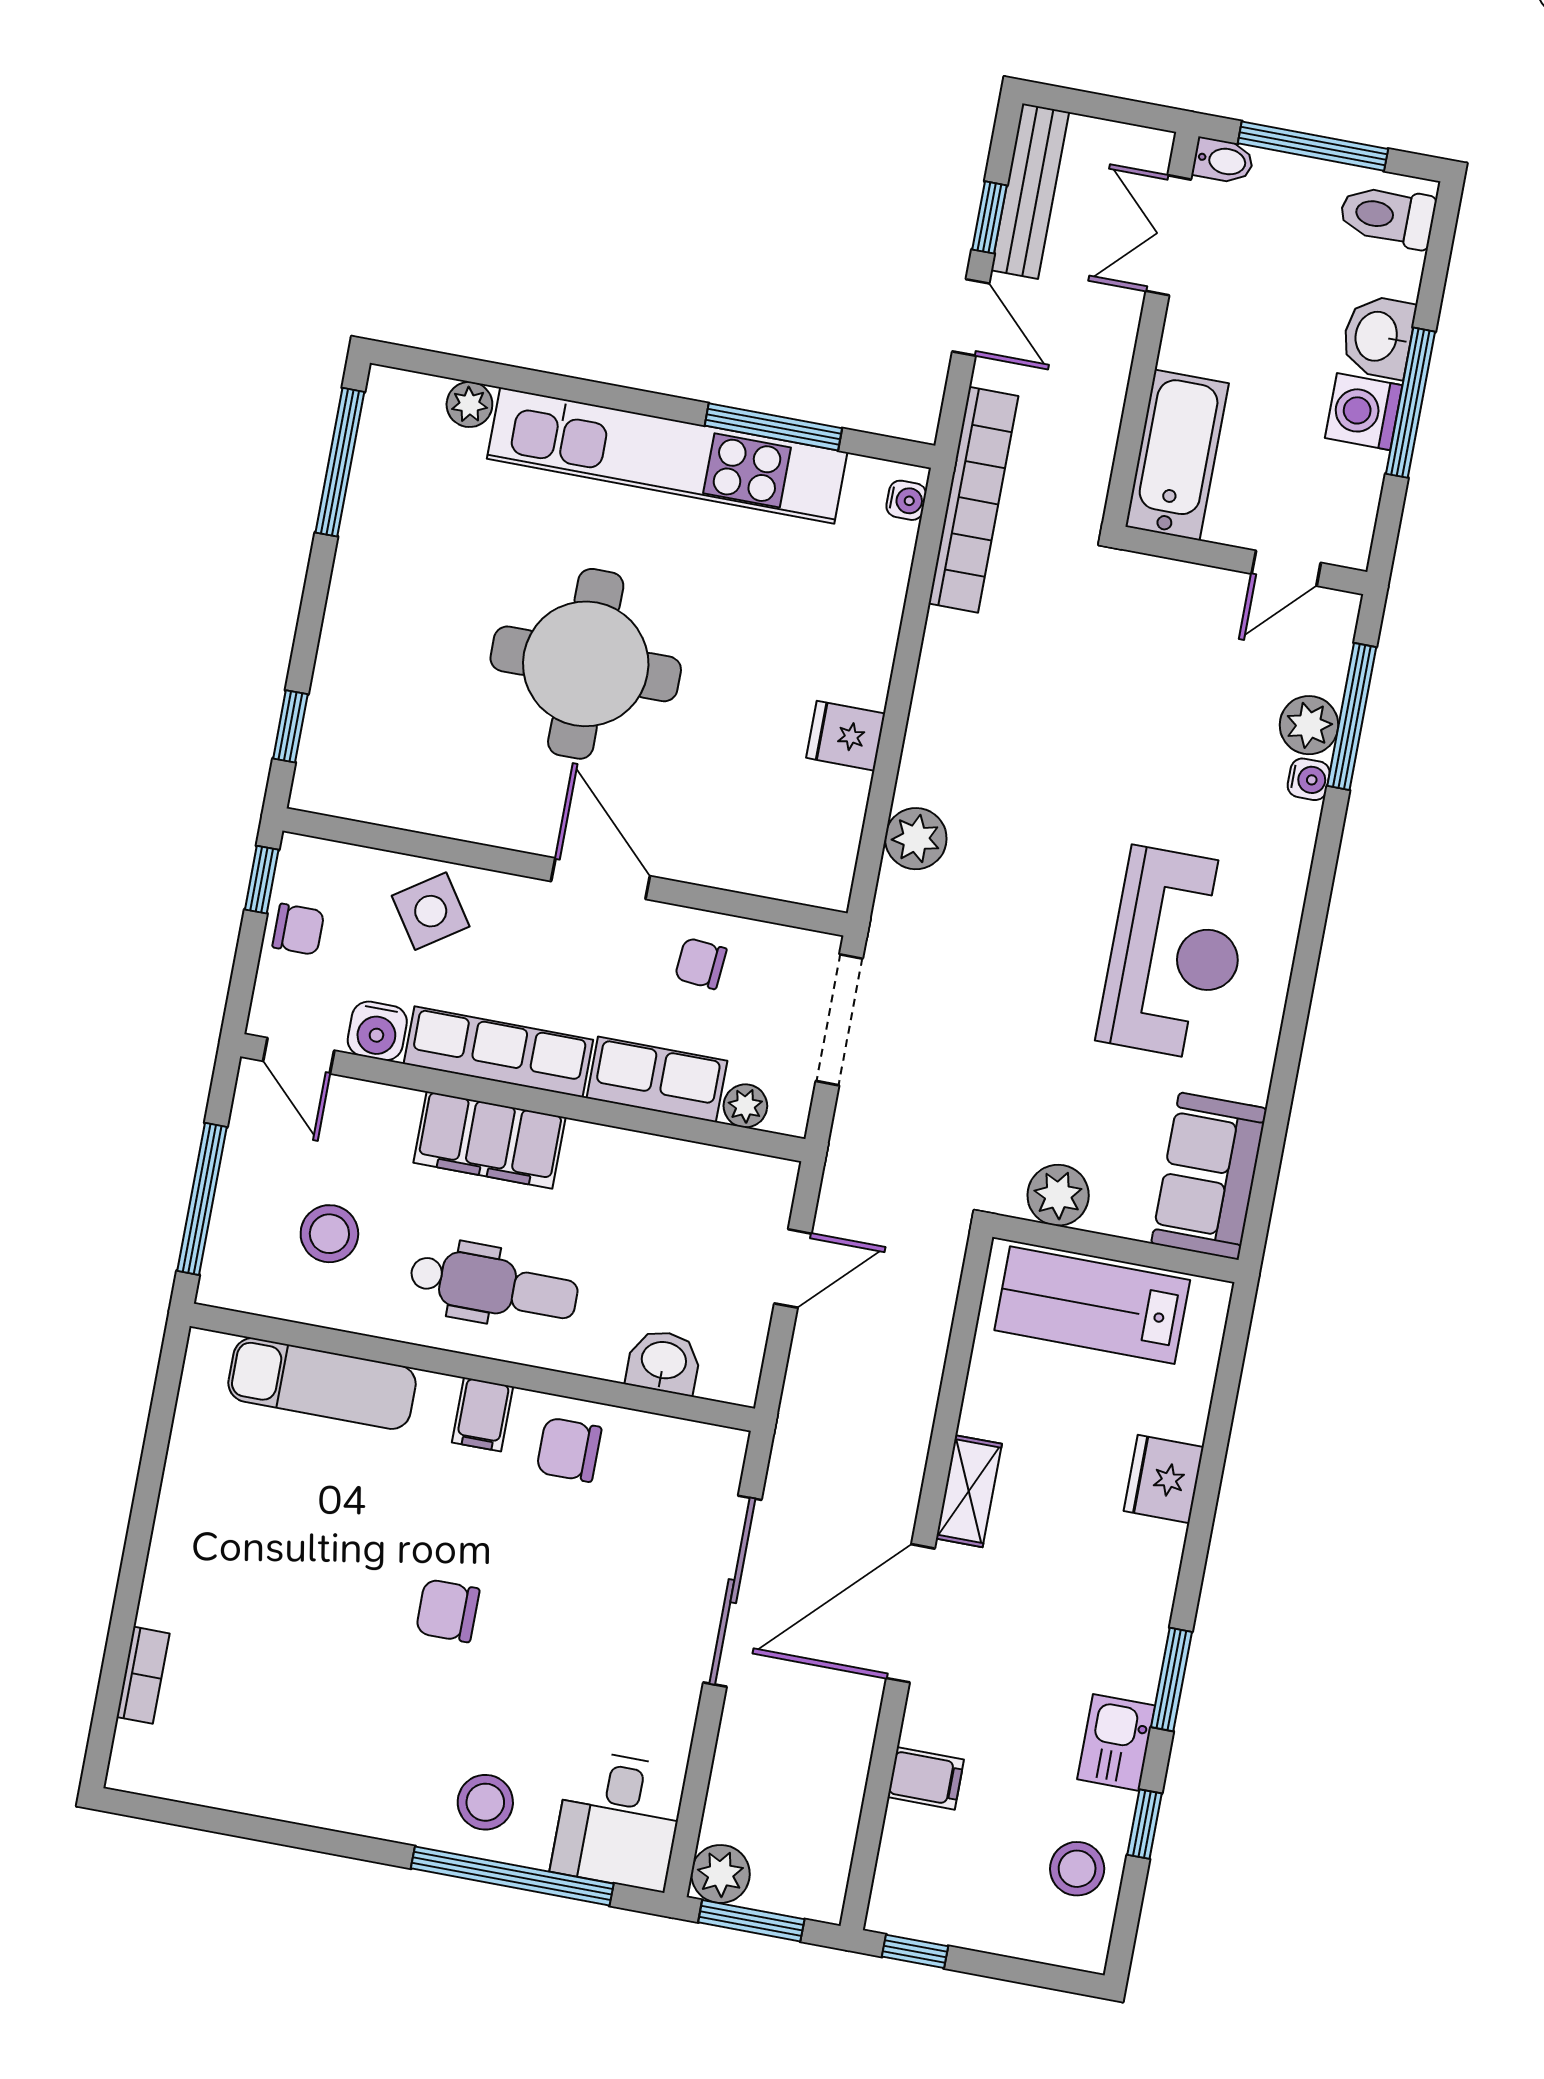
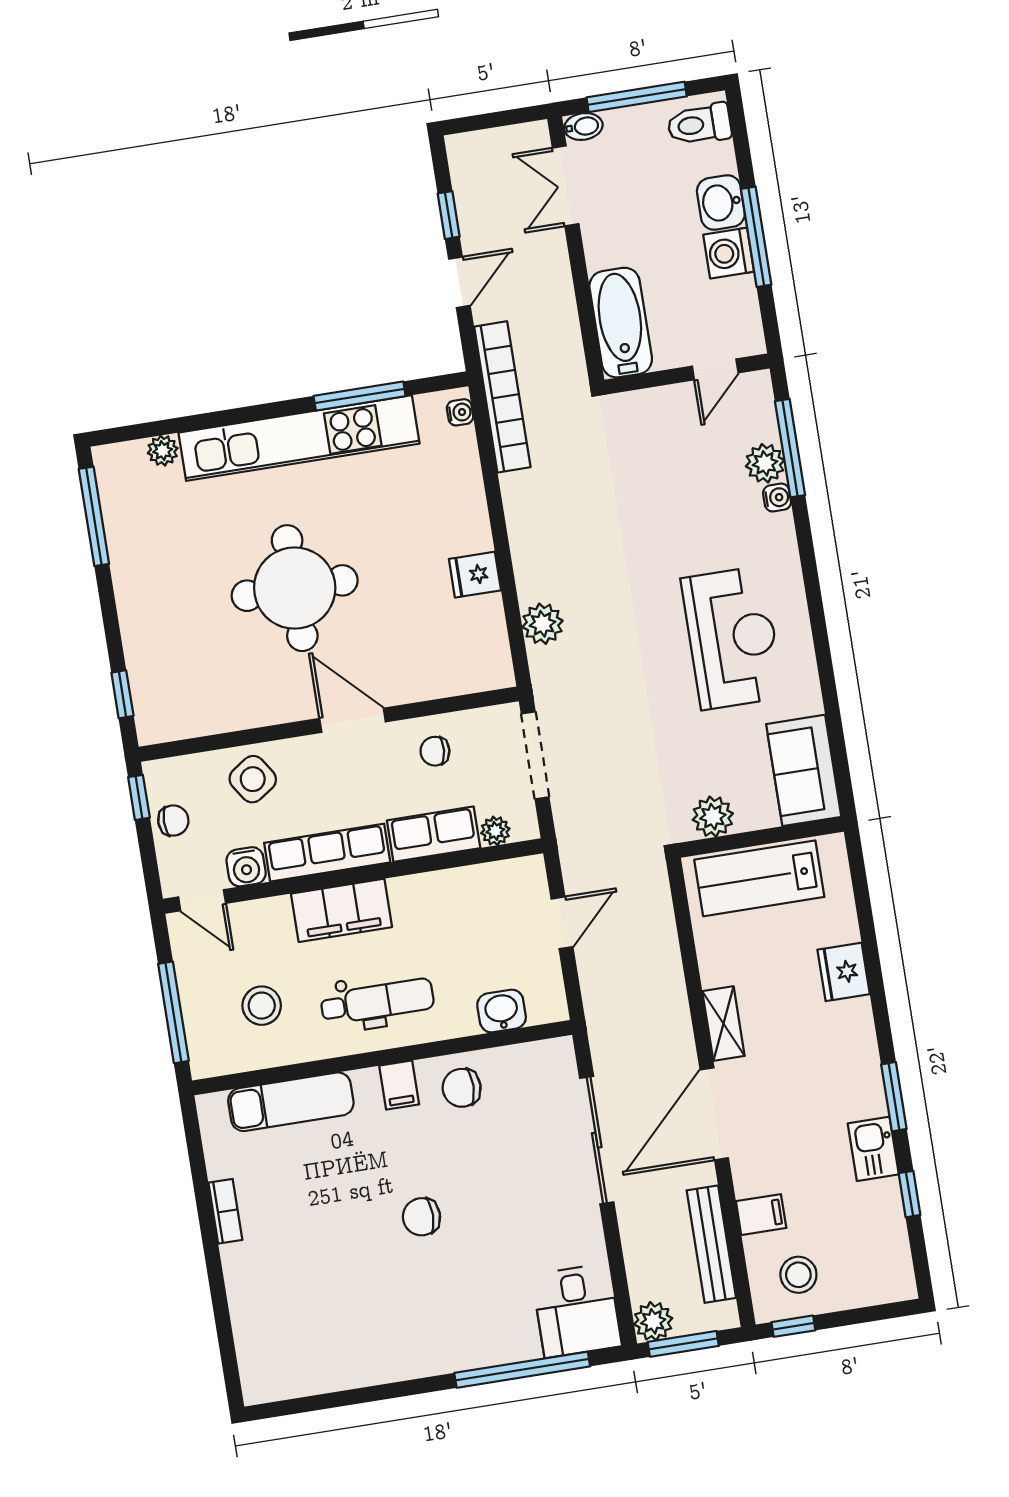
bench: (1030, 191) -> (711, 1244), moved
door: (971, 317) -> (459, 282), hinge flipped
bookcase: (143, 1675) -> (225, 1211), moved
stool: (485, 1802) -> (489, 1329), removed
stool: (1077, 1869) -> (798, 1275), moved

